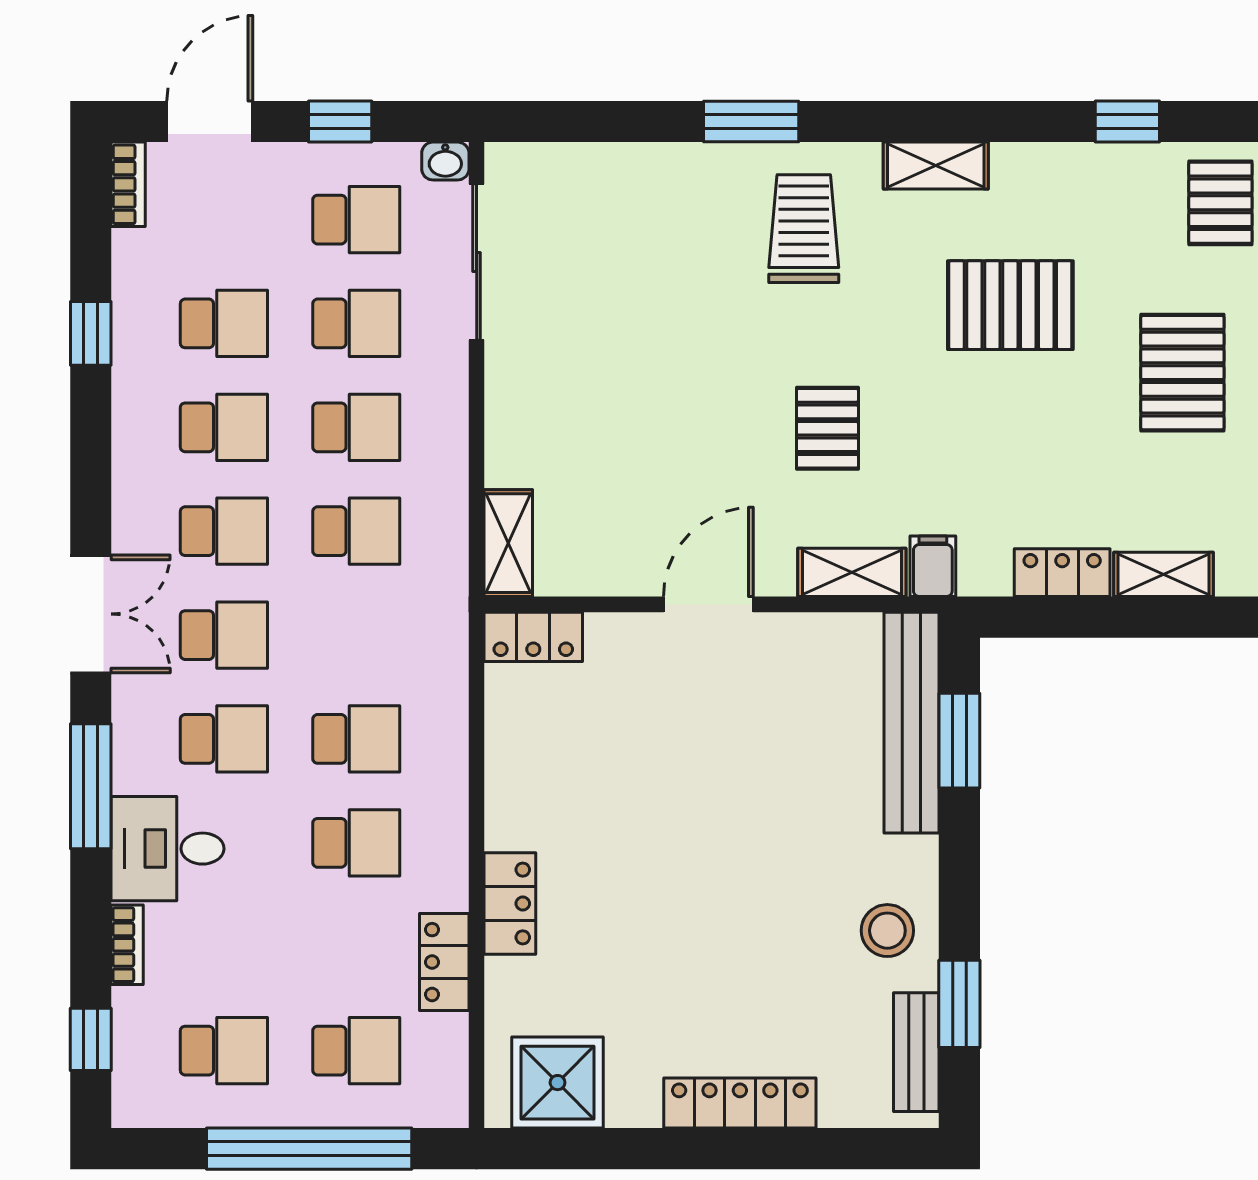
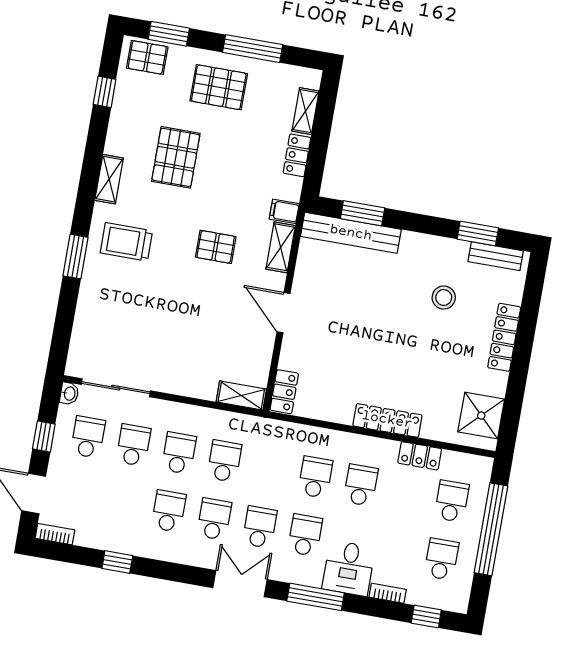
school desk: (224, 323) -> (123, 503), removed
locker: (510, 903) -> (387, 420), width x1.53
stool: (887, 931) -> (444, 298), moved

